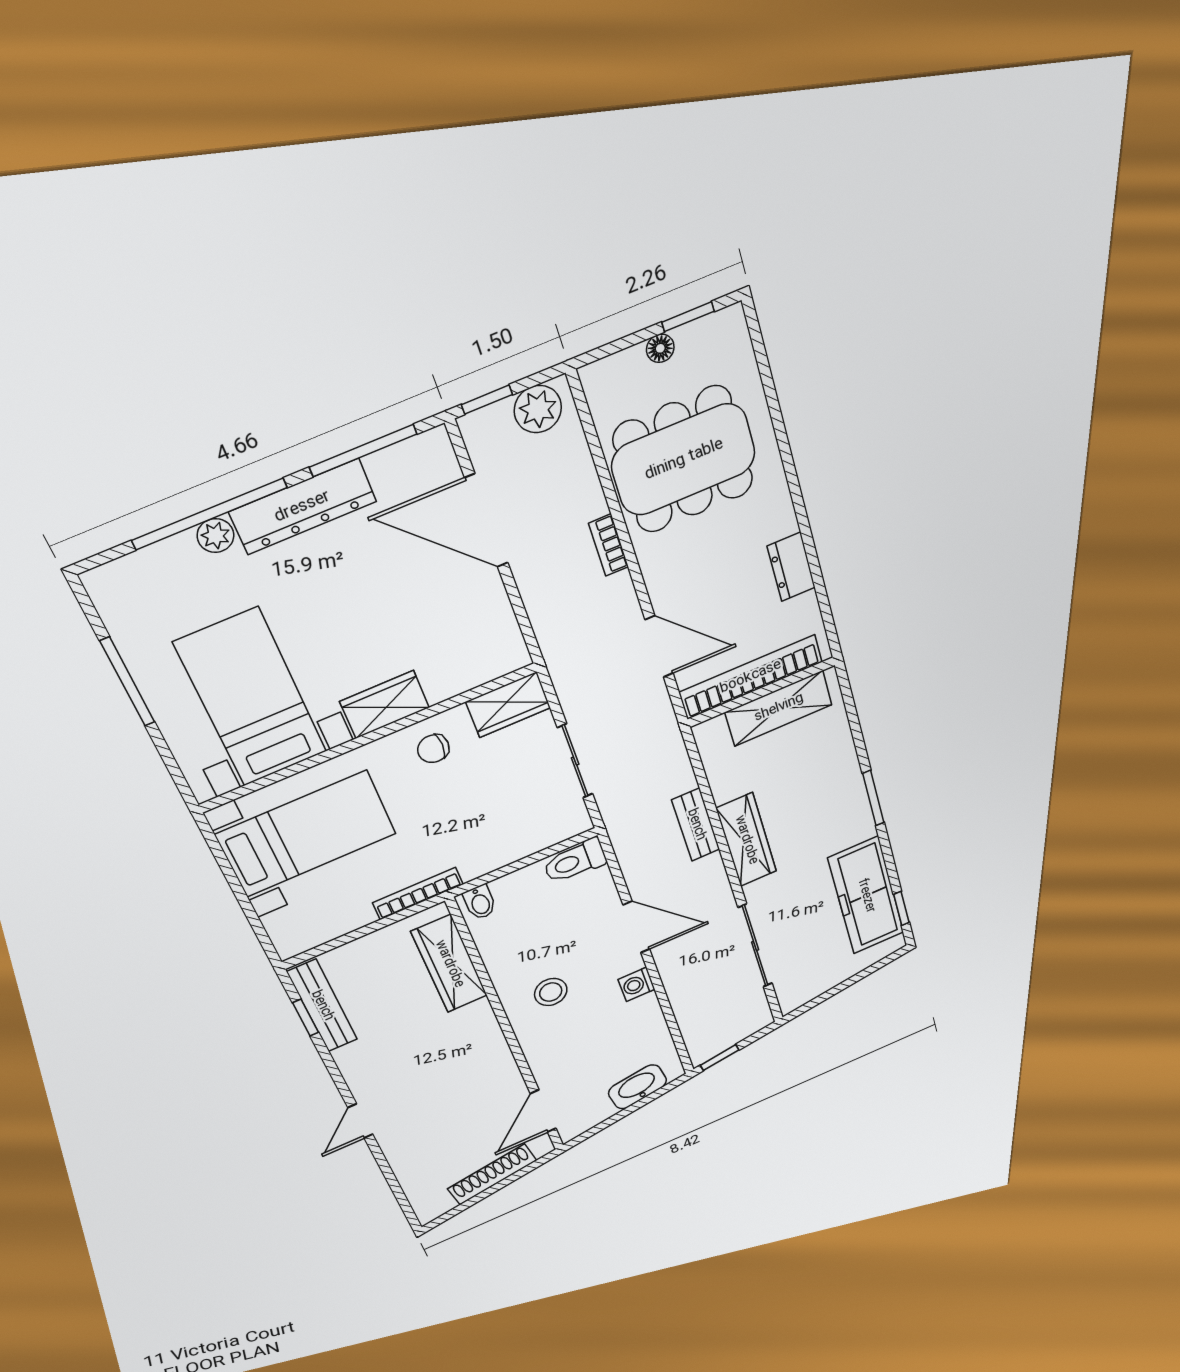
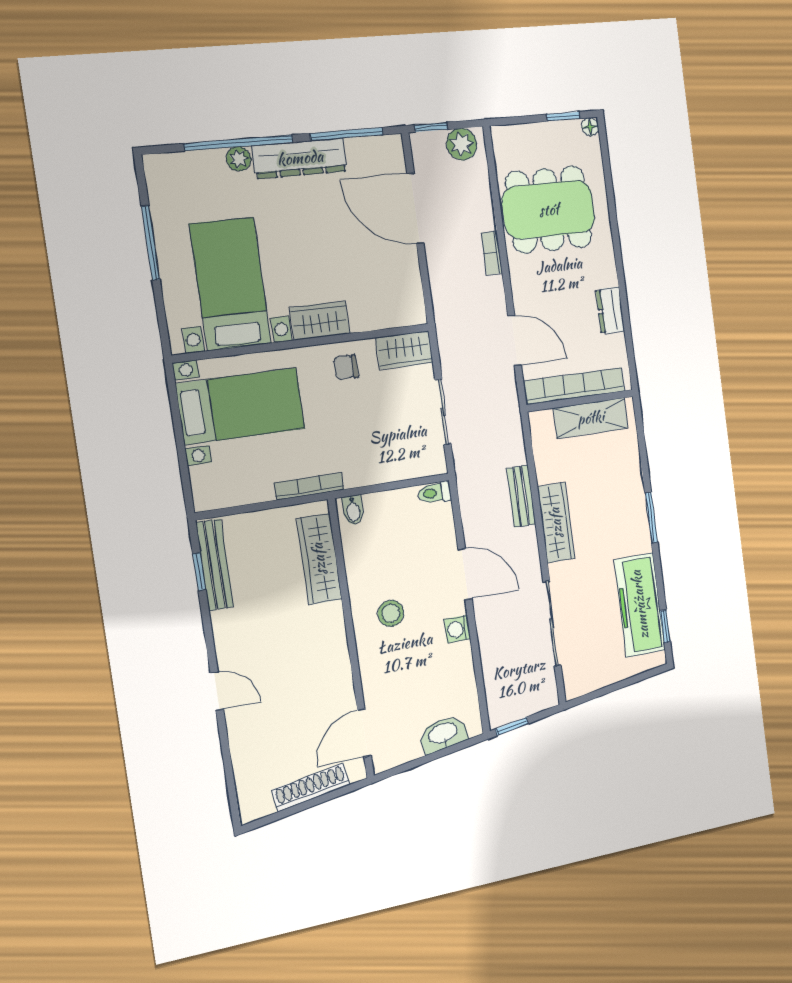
floor lamp: (660, 348) -> (590, 127), moved
toilet: (575, 861) -> (435, 493), width x0.73, depth x0.72
door: (360, 1121) -> (217, 691), swing flipped

